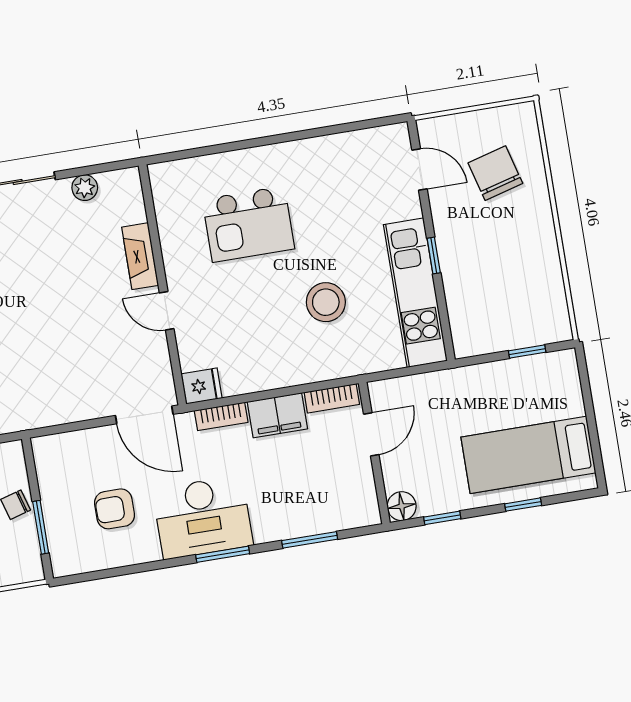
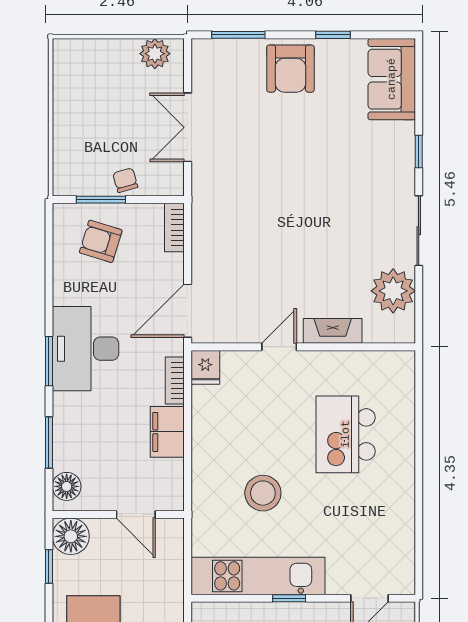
plant: (85, 188) -> (393, 291), width x1.87, depth x1.87
bookcase: (332, 398) -> (174, 227), moved
floor lamp: (402, 506) -> (71, 536), width x1.38, depth x1.38
armchair: (115, 509) -> (101, 241), moved, turned -73
floor lamp: (353, 513) -> (67, 486), added

